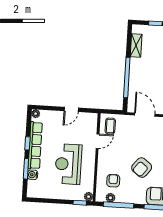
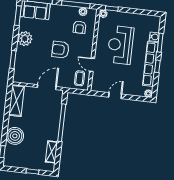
door: (145, 115) -> (47, 87), swing flipped
door: (98, 141) -> (92, 65), hinge flipped
reception desk: (68, 164) -> (120, 45), turned 180
armchair: (142, 168) -> (60, 50), moved, turned -128

